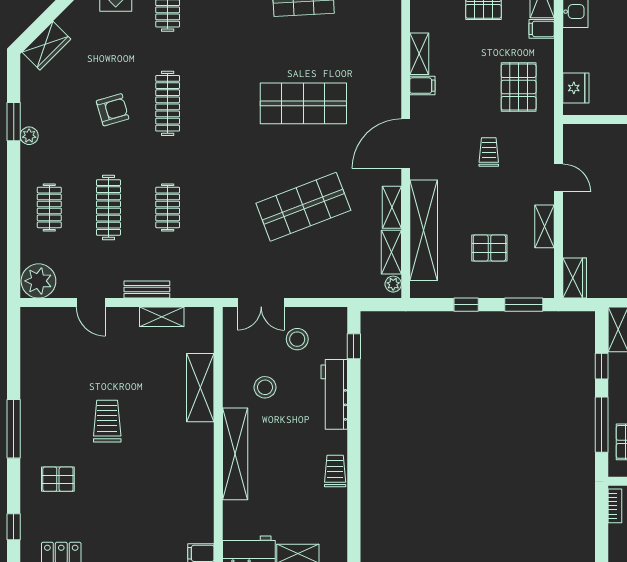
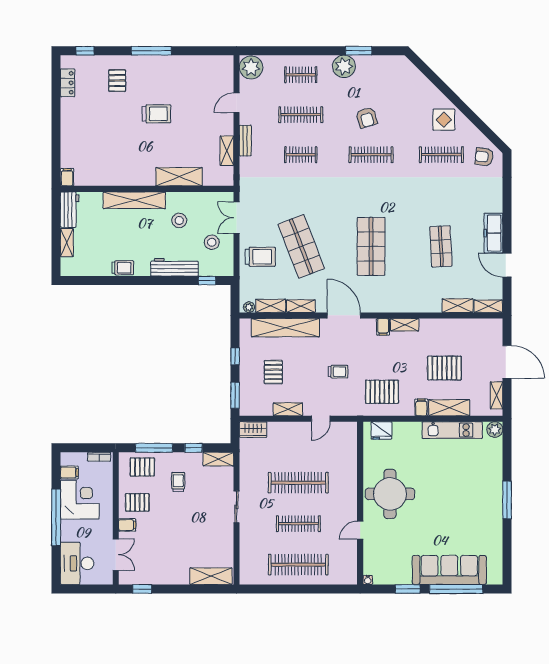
wardrobe: (46, 46) -> (410, 73), removed
plant: (29, 136) -> (344, 66), width x1.87, depth x1.87
trolley: (319, 268) -> (260, 257), added

